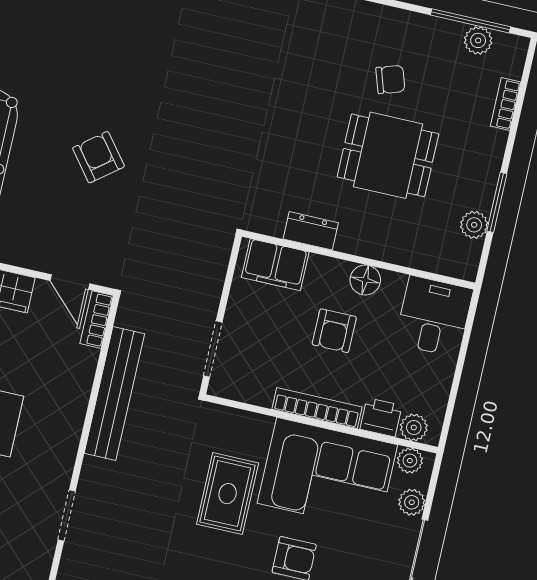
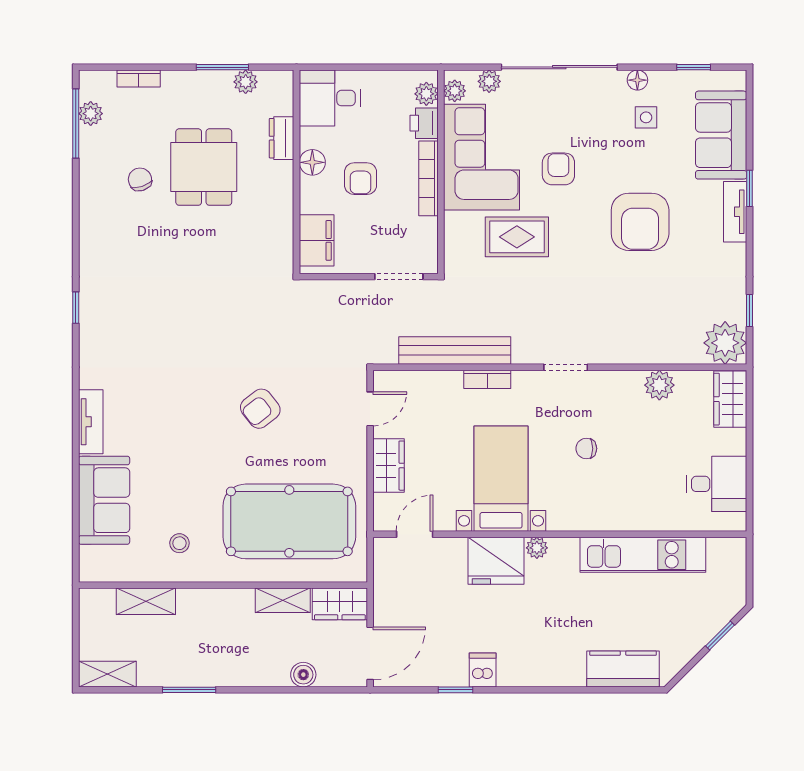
dresser: (311, 231) -> (282, 138), moved
bookcase: (97, 320) -> (487, 379), moved
armchair: (334, 331) -> (361, 179), turned 90

